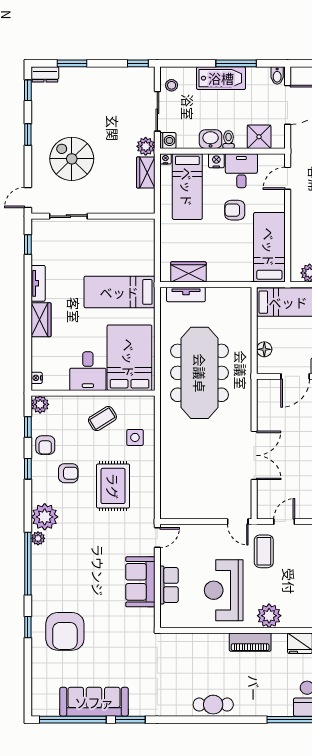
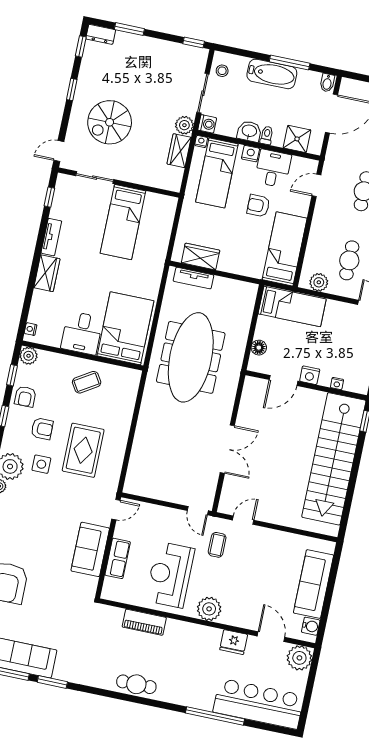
spiral stairs: (72, 159) -> (110, 122), turned -90
bed: (119, 292) -> (123, 222), moved, turned -90
side table: (135, 437) -> (41, 464), moved
coffee table: (264, 551) -> (217, 545), width x0.73, depth x0.77
piano: (250, 642) -> (144, 622), moved

